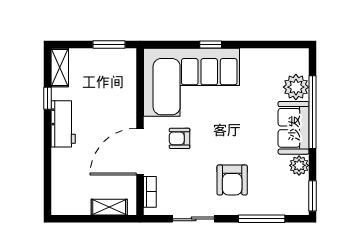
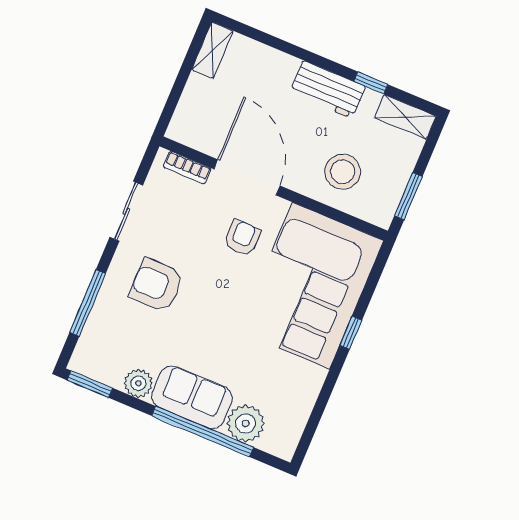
stool: (111, 93) -> (343, 172), added
shelving: (109, 207) -> (212, 50), moved

